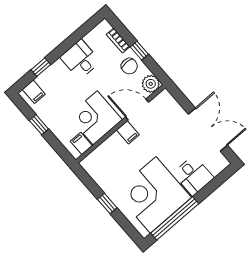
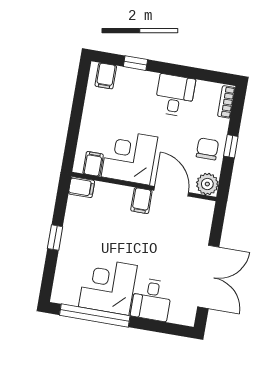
bookcase: (118, 40) -> (226, 102), moved
chair: (129, 66) -> (207, 149), turned 180
window: (39, 125) -> (78, 107), removed
filing cabinet: (90, 162) -> (82, 187), added
corner desk: (153, 195) -> (108, 286), width x0.74, depth x0.74

